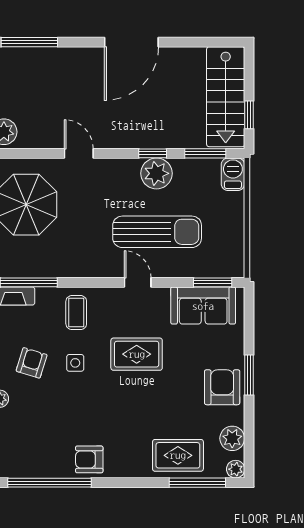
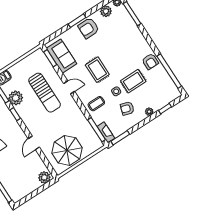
plant: (156, 173) -> (16, 98), moved
sun lounger: (157, 232) -> (45, 93), turned 180
door: (138, 282) -> (69, 87), swing flipped
rug: (178, 455) -> (133, 81), moved, turned 90

